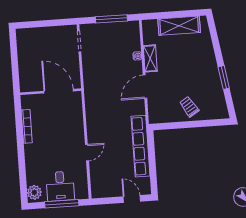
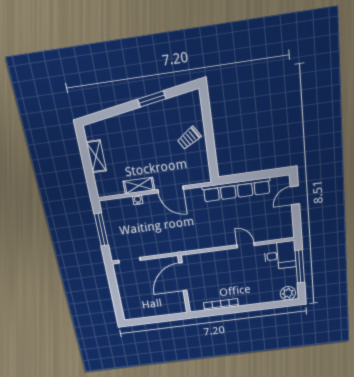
shelving: (179, 26) -> (96, 156), width x0.67, depth x0.75
desk: (60, 186) -> (280, 255), moved

